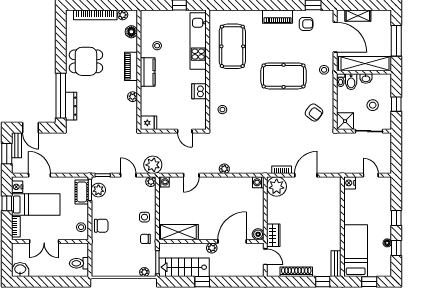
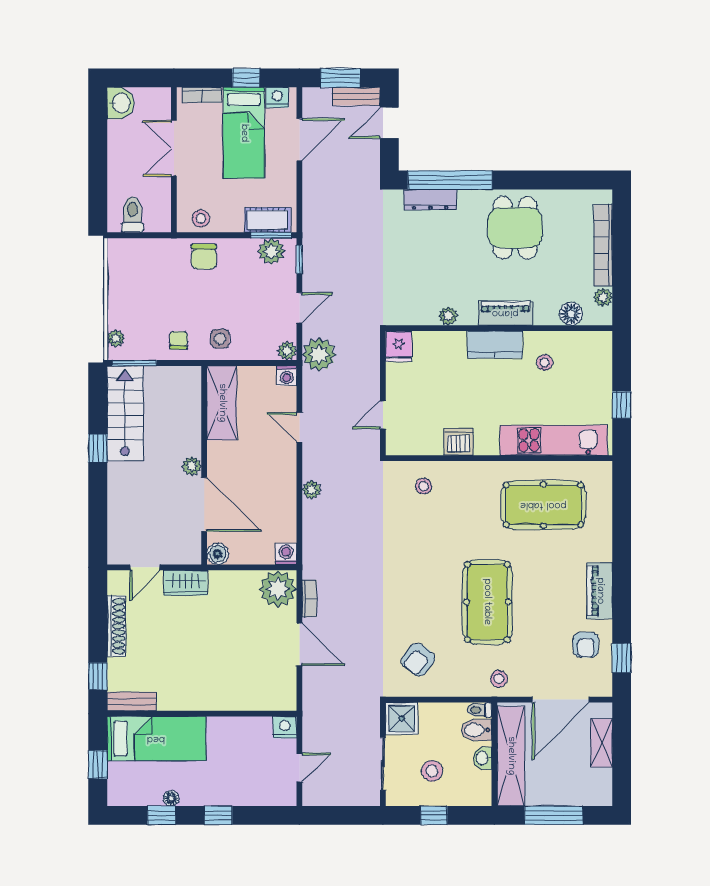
shelving: (178, 232) -> (222, 403), moved
boiler: (258, 234) -> (218, 554), moved
wall: (211, 241) -> (204, 465), moved
door: (232, 241) -> (204, 505), moved
plant: (212, 248) -> (192, 466), moved

